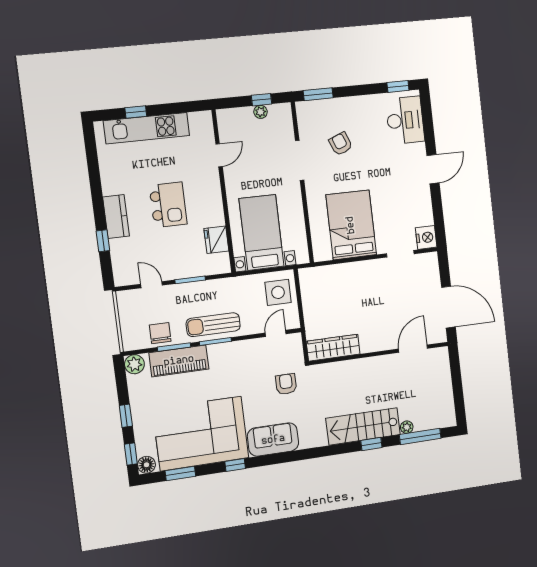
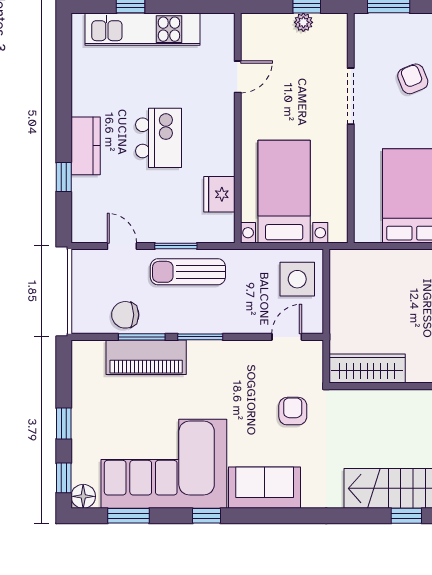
sun lounger: (213, 325) -> (188, 272), moved
chair: (160, 333) -> (125, 315), turned -90
plant: (134, 364) -> (85, 353), removed

